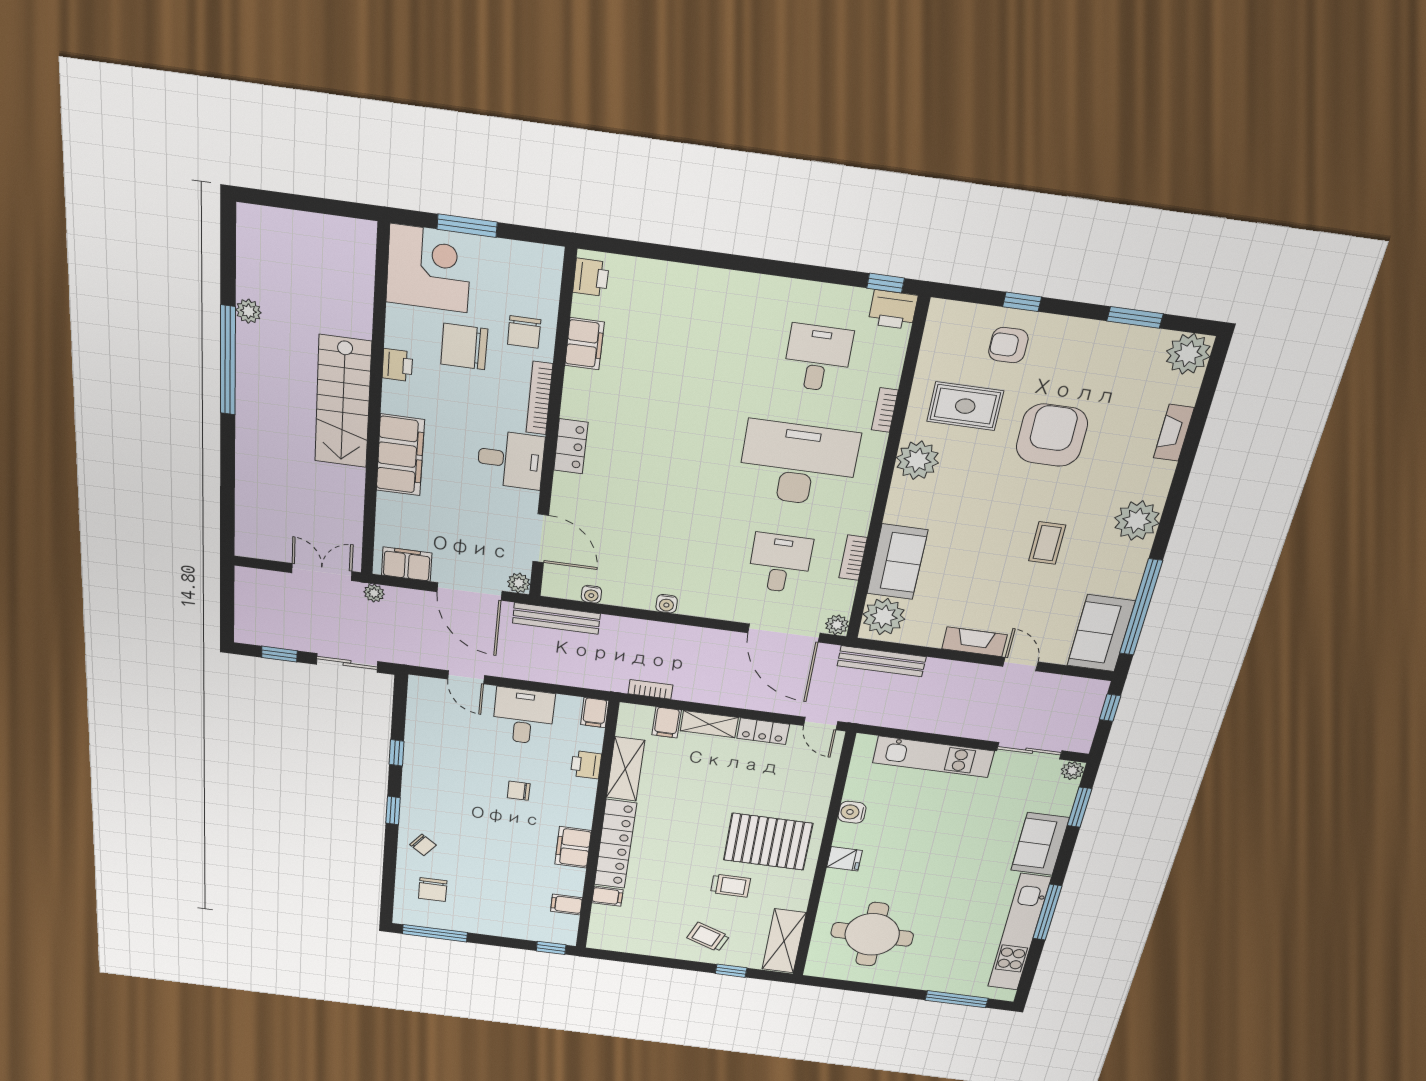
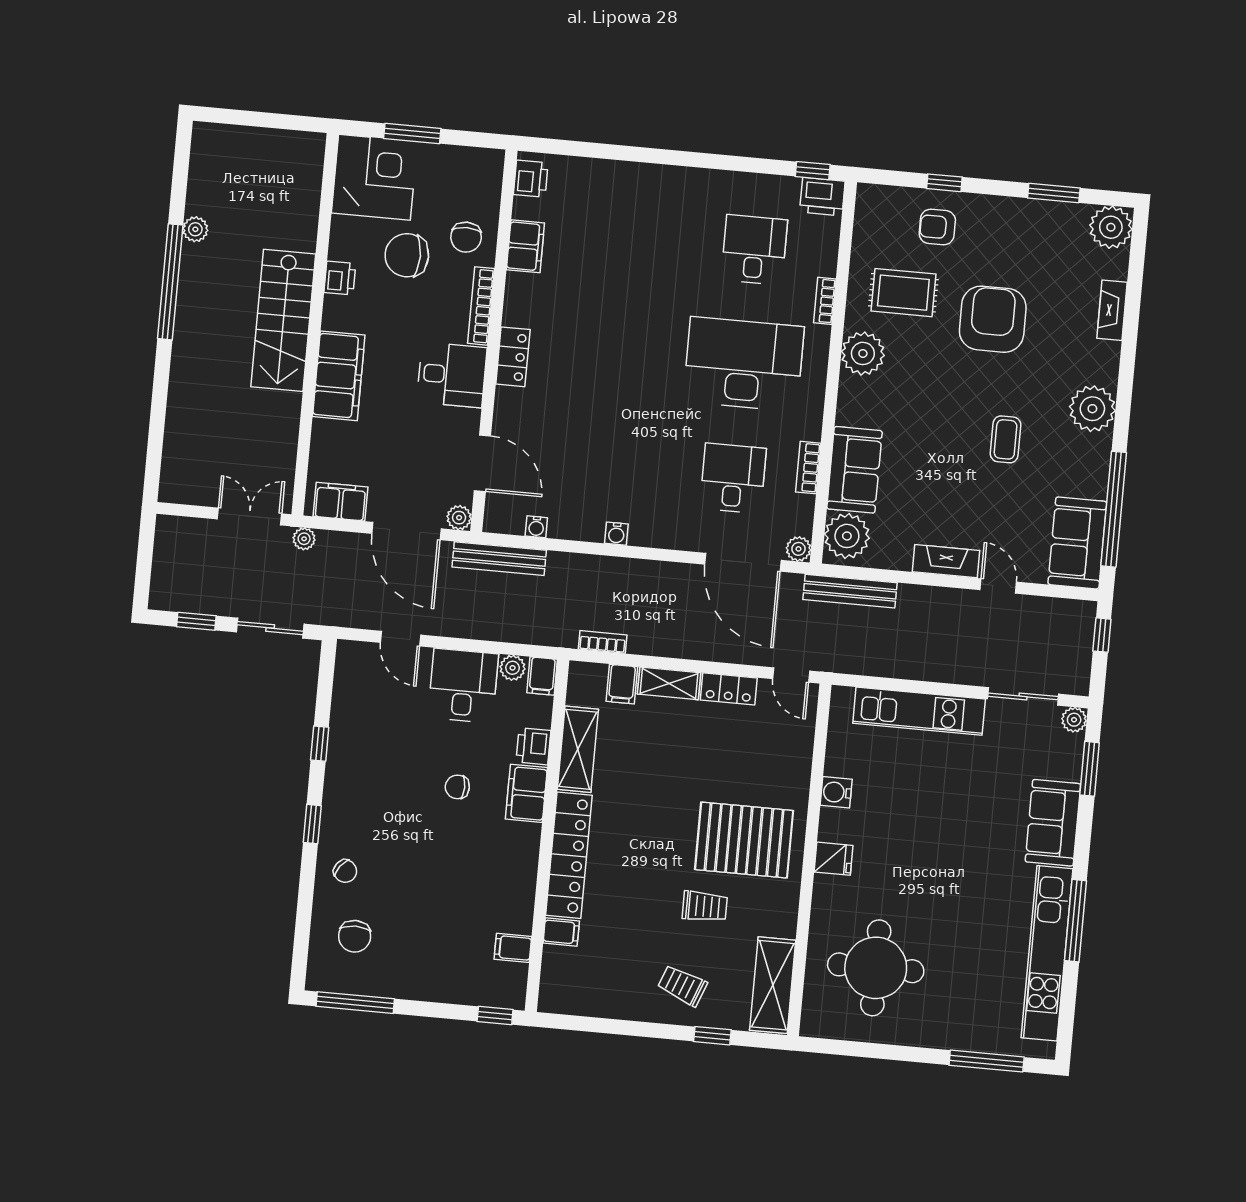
plant: (568, 705) -> (513, 668), added
filing cabinet: (573, 847) -> (526, 793), moved

